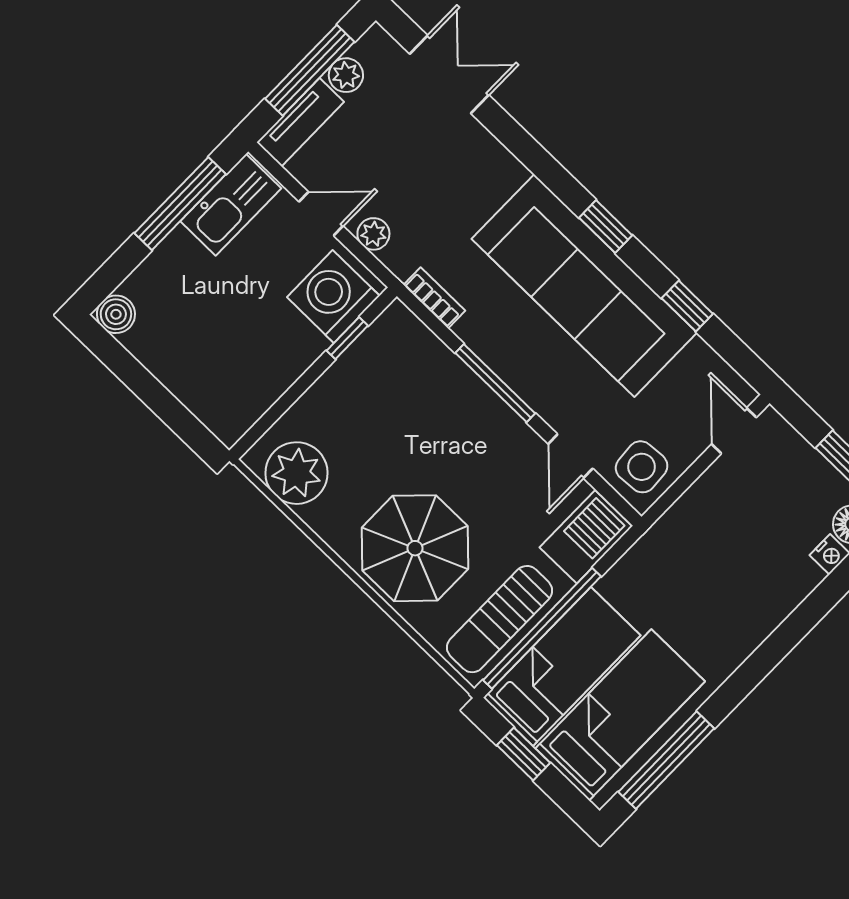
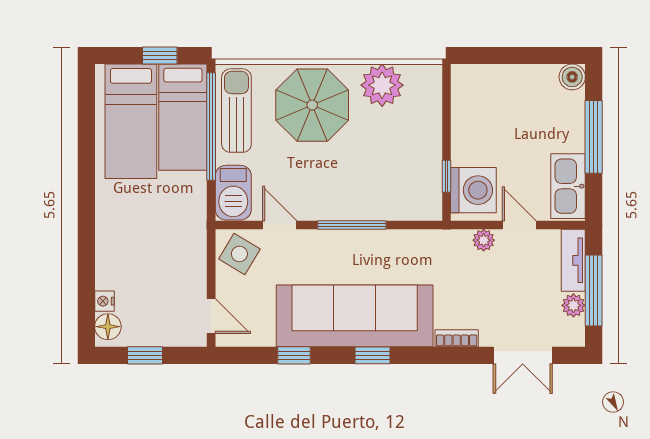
window: (180, 204) -> (594, 137), moved
door: (321, 214) -> (519, 225), swing flipped
bookcase: (434, 298) -> (457, 338), moved, turned 180
side table: (642, 467) -> (239, 254), turned 35
plant: (296, 473) -> (382, 85), moved
window: (666, 760) -> (86, 121), removed

